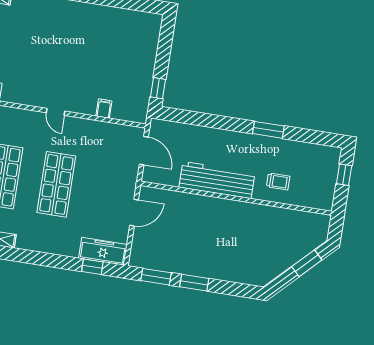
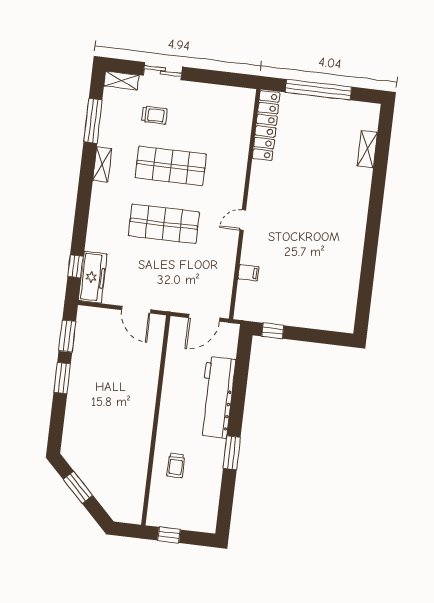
window: (344, 175) -> (169, 535), moved
workbench: (217, 180) -> (217, 397), moved, turned 180
window: (307, 263) -> (78, 487), moved

